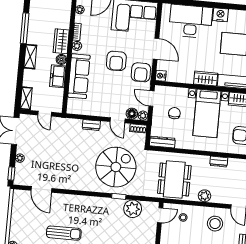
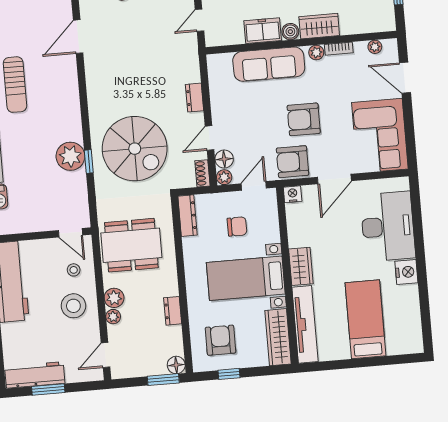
plant: (216, 198) -> (113, 317), added
plant: (133, 209) -> (70, 156), moved
stool: (215, 224) -> (73, 306), moved

